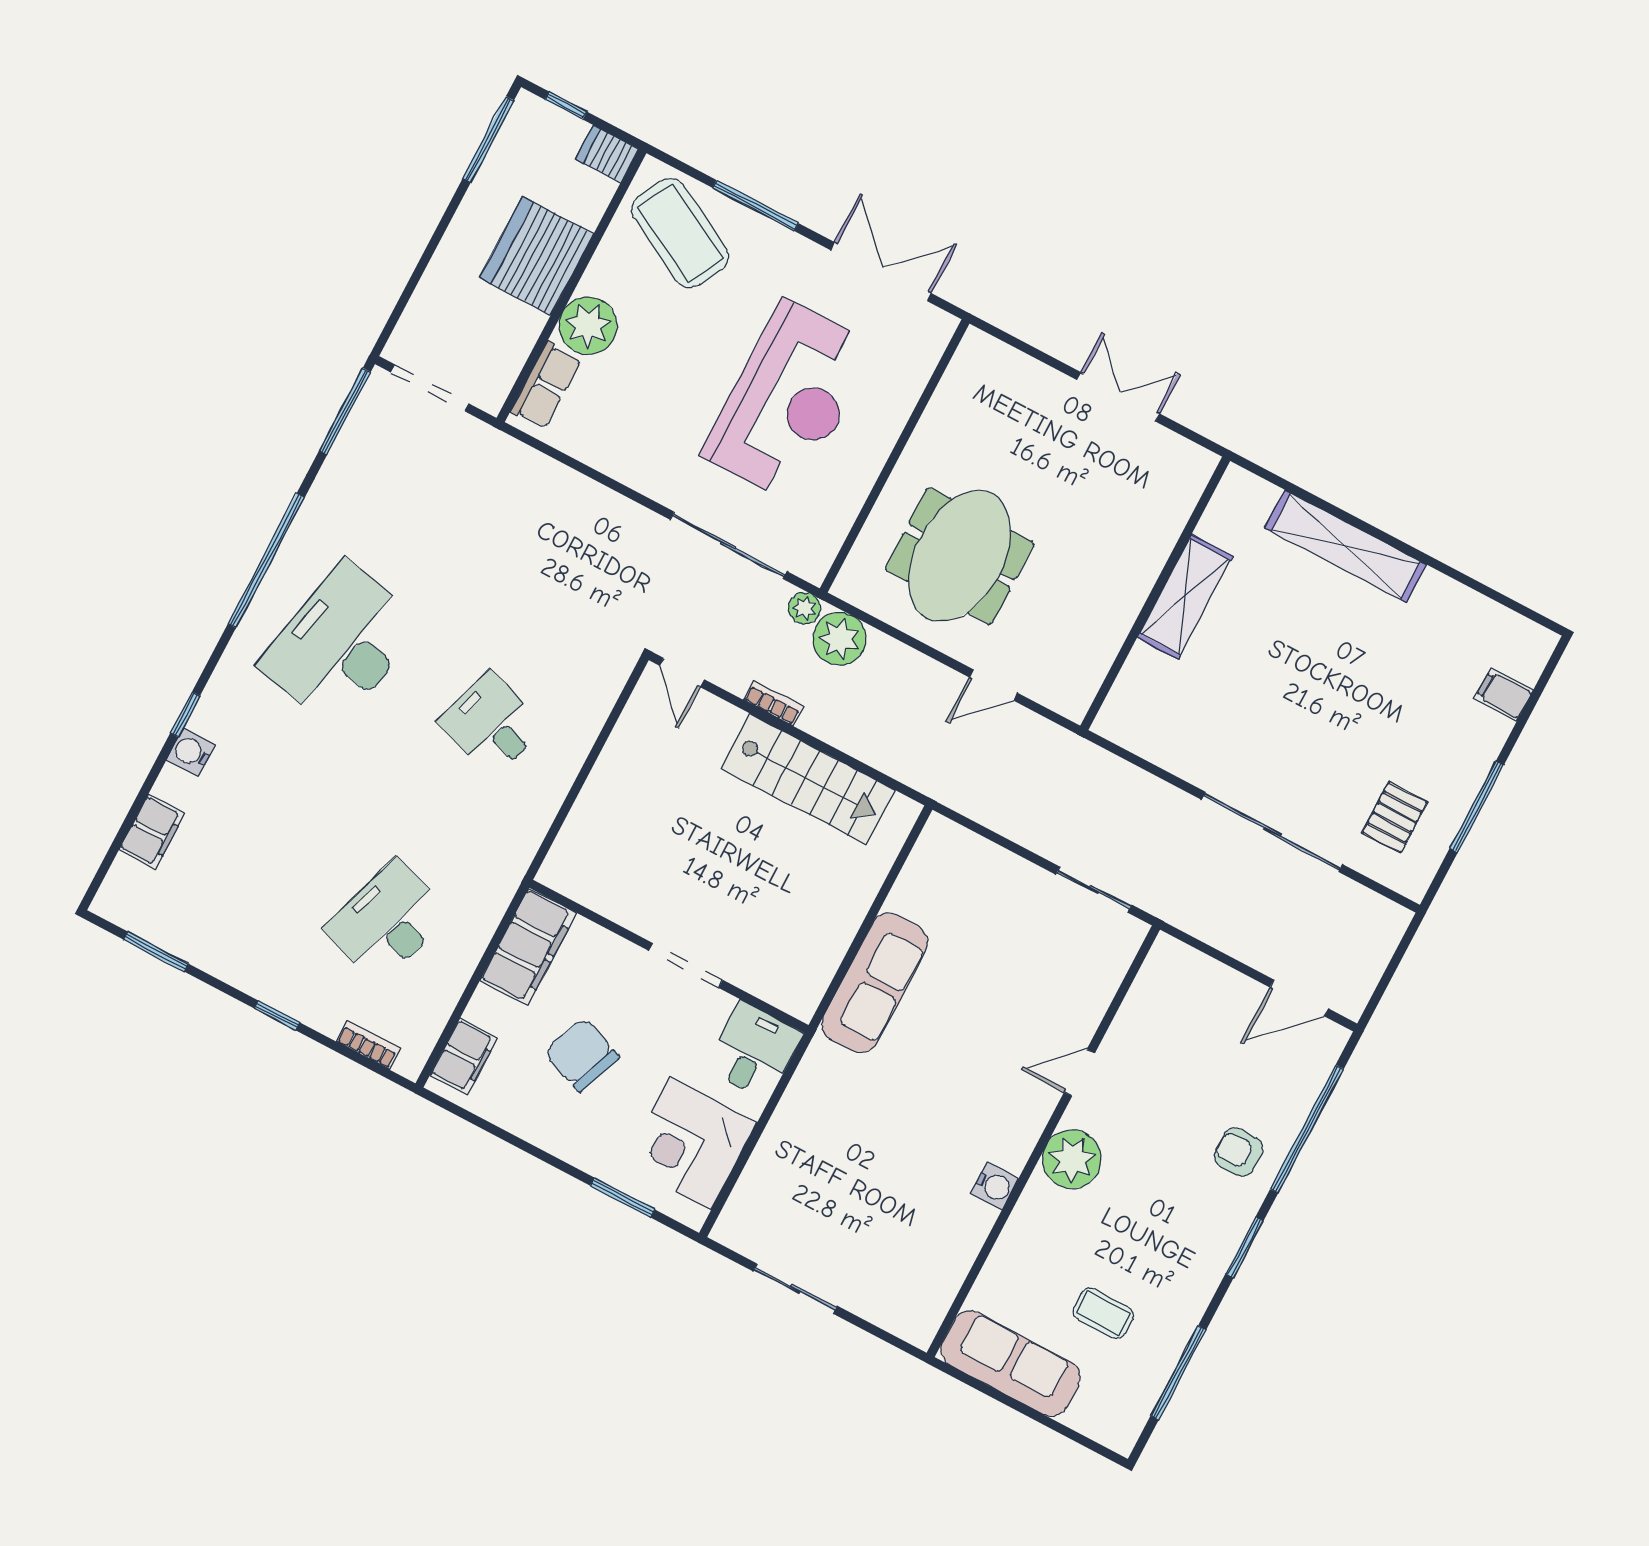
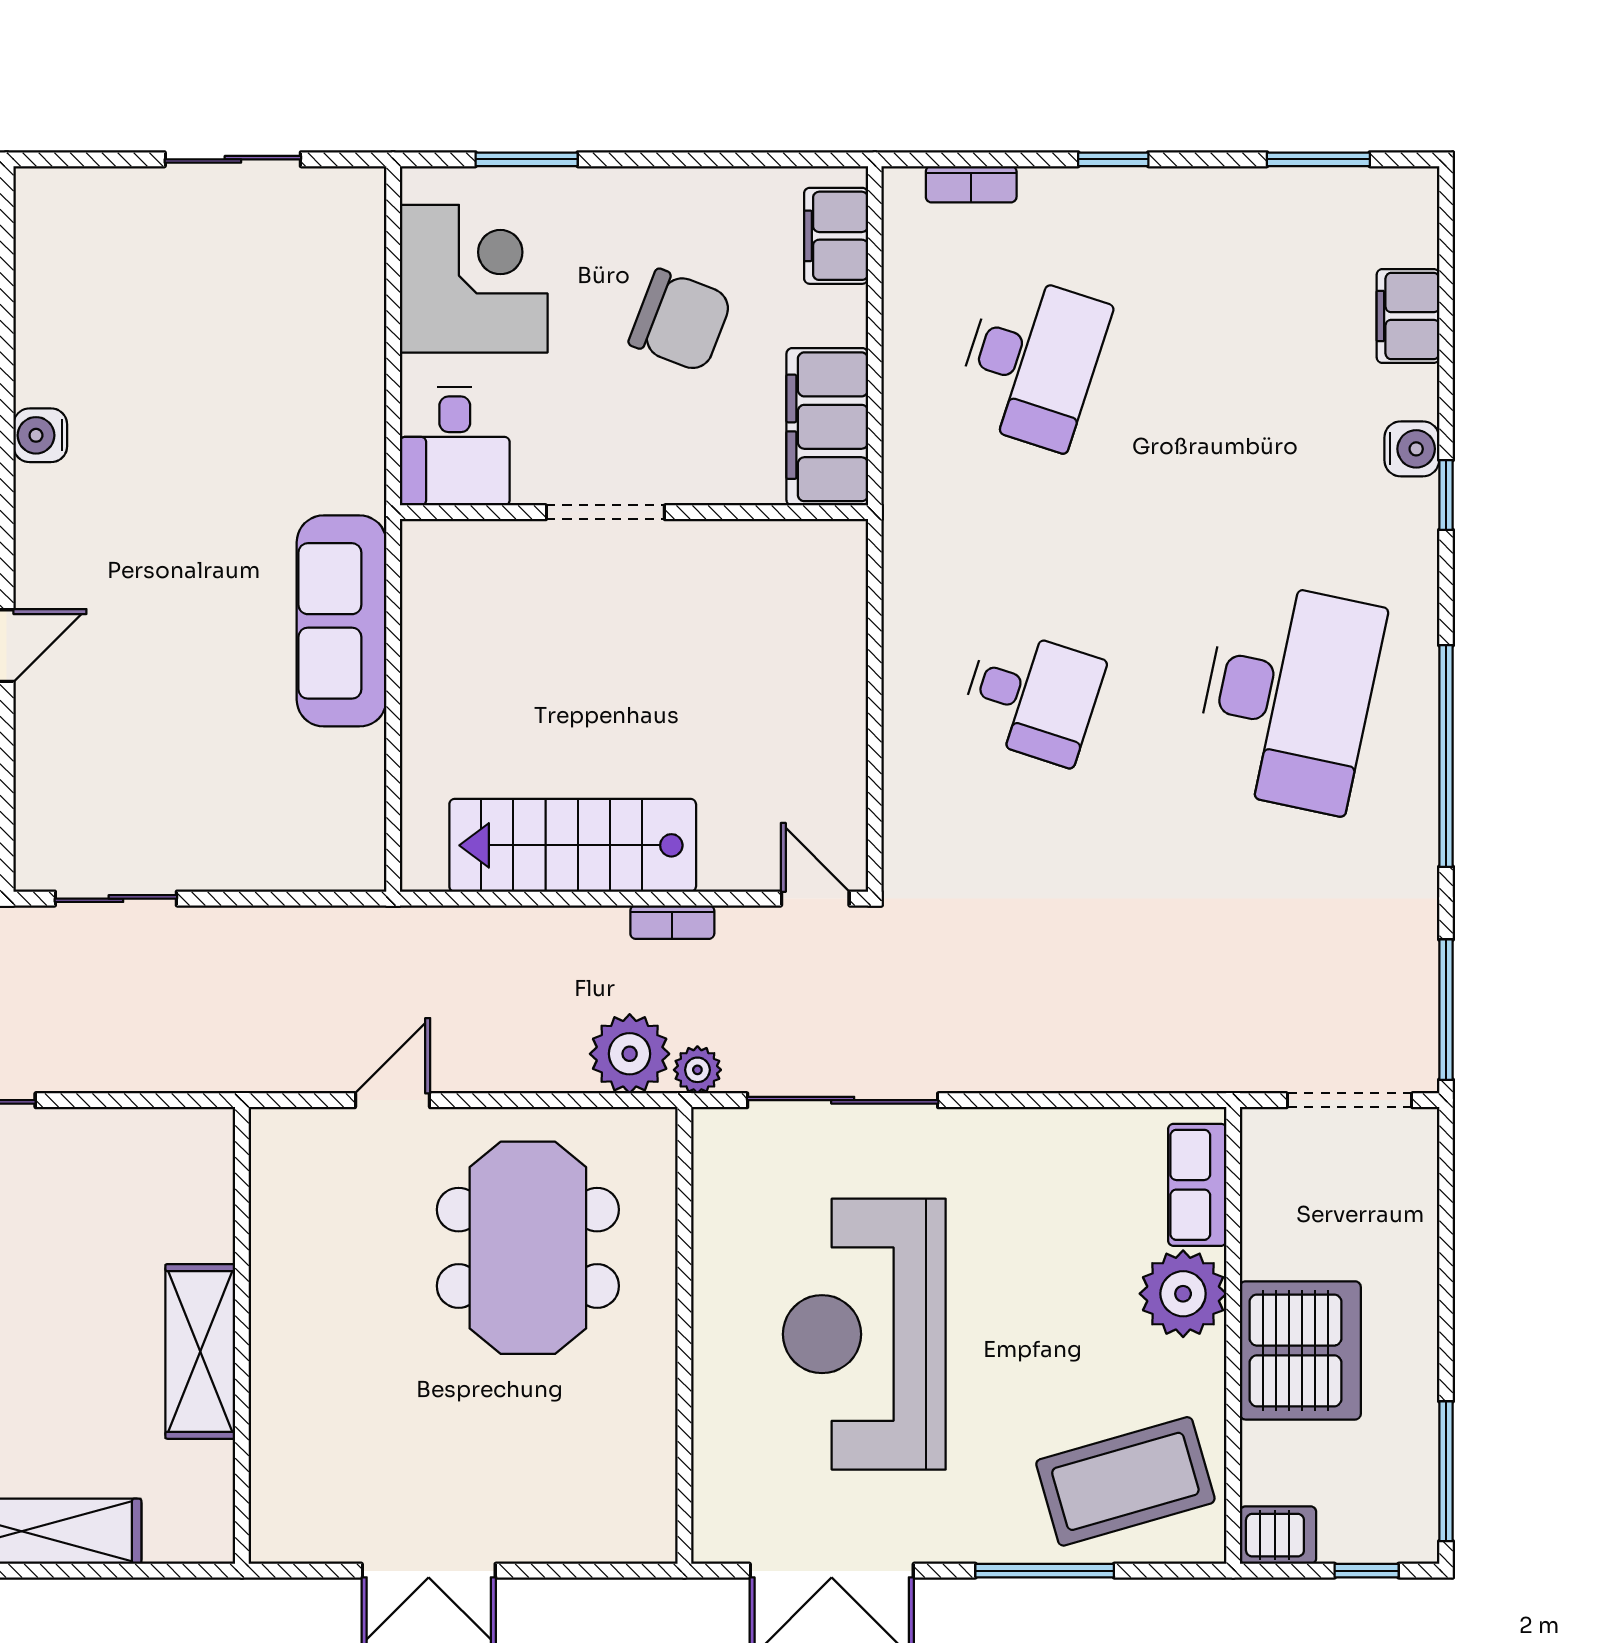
coffee table: (680, 233) -> (1125, 1481), turned -44

